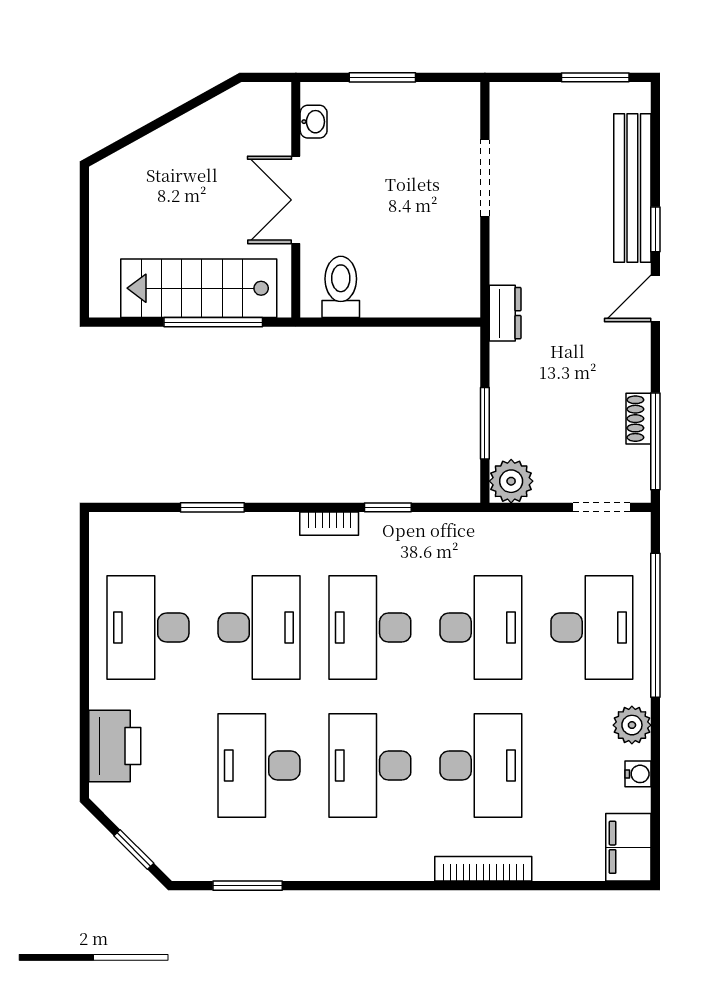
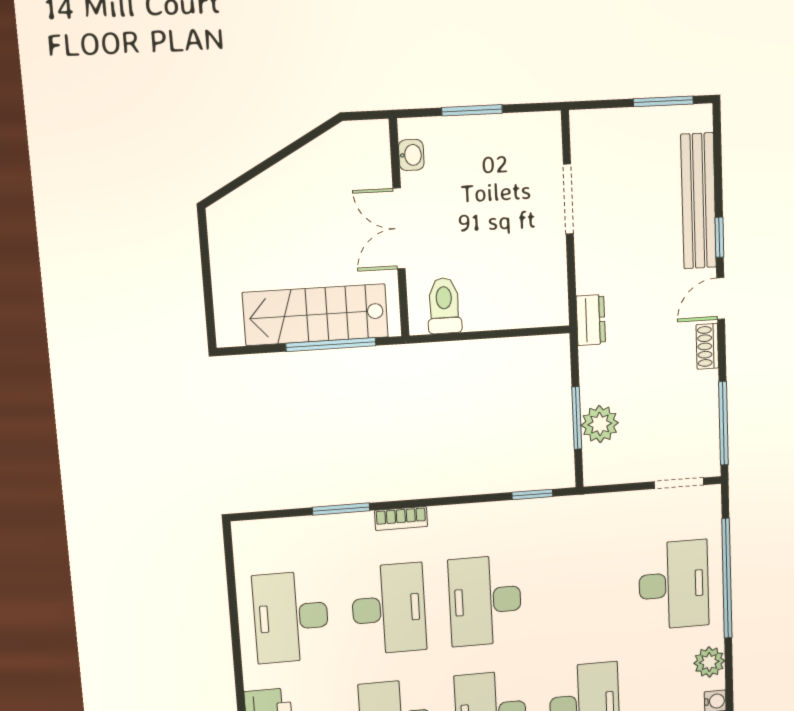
shoe rack: (639, 419) -> (707, 346), moved
plant: (511, 481) -> (600, 424), moved
window: (388, 507) -> (532, 494), moved
bookcase: (329, 524) -> (401, 519), moved
desk: (481, 628) -> (580, 593), removed

